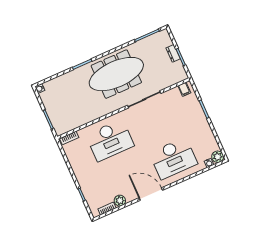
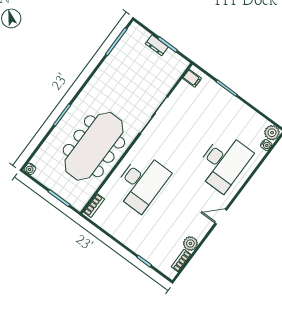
meeting table: (116, 74) -> (94, 146), moved
door: (151, 194) -> (221, 217), width x0.53

